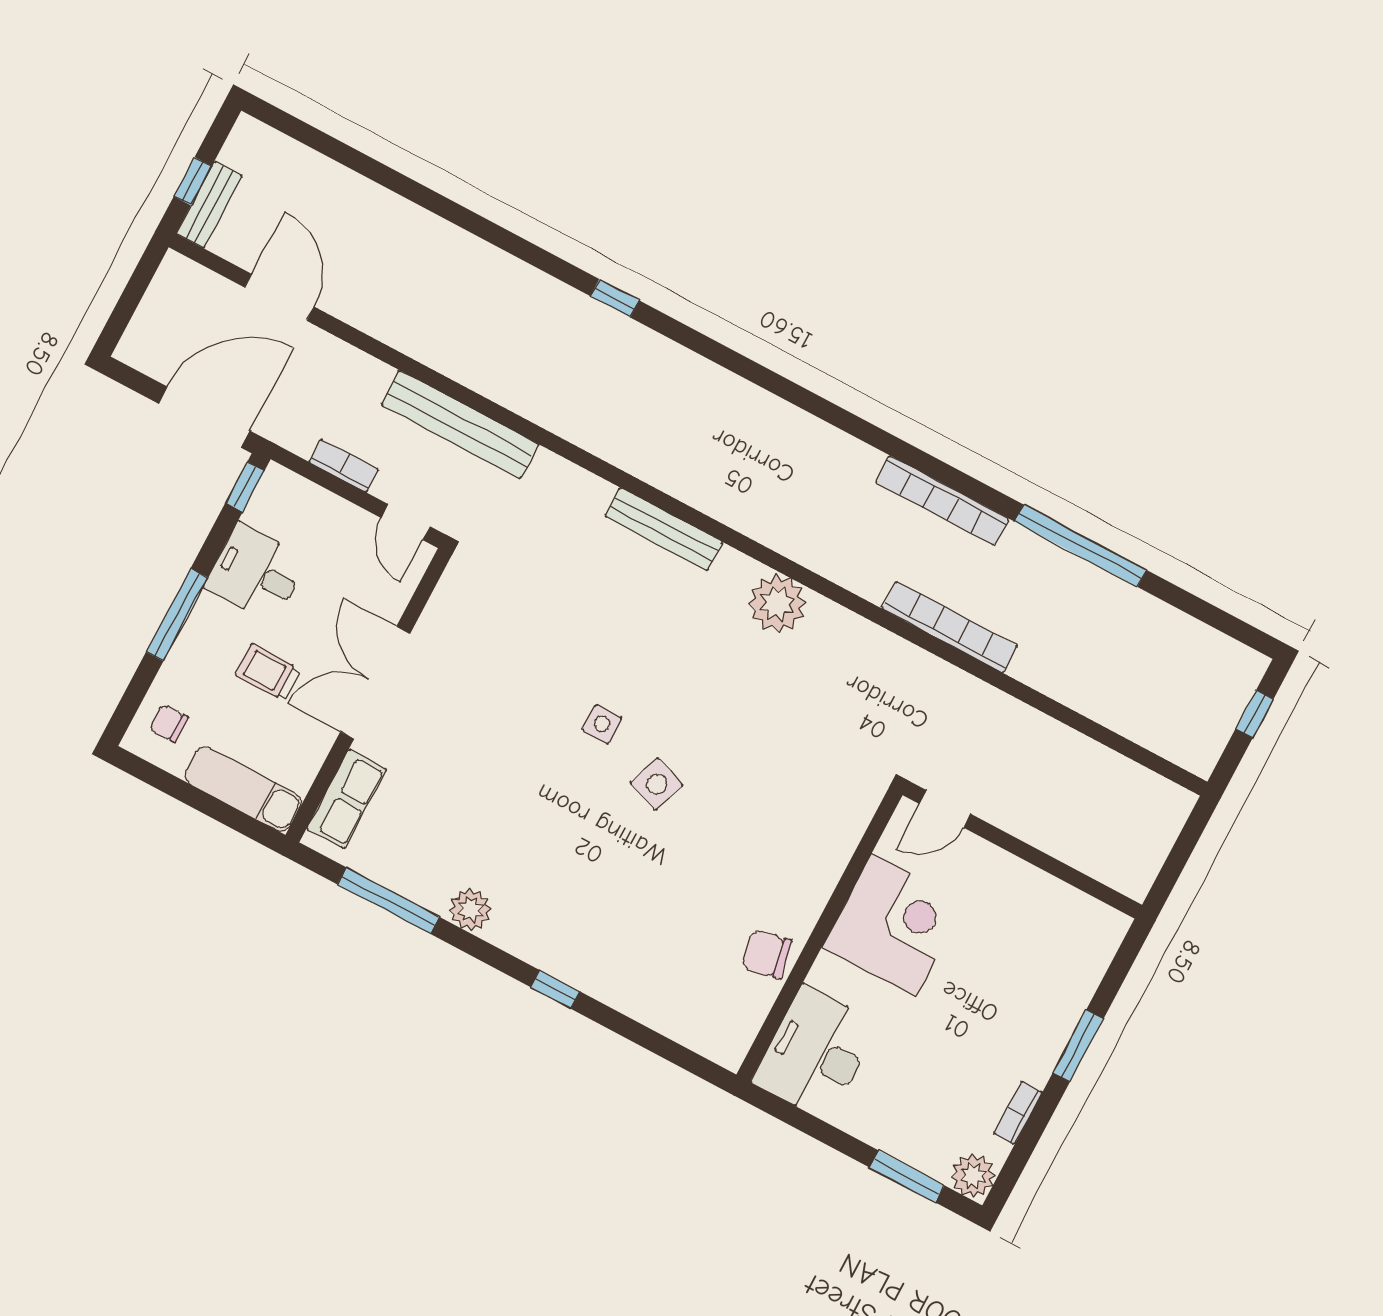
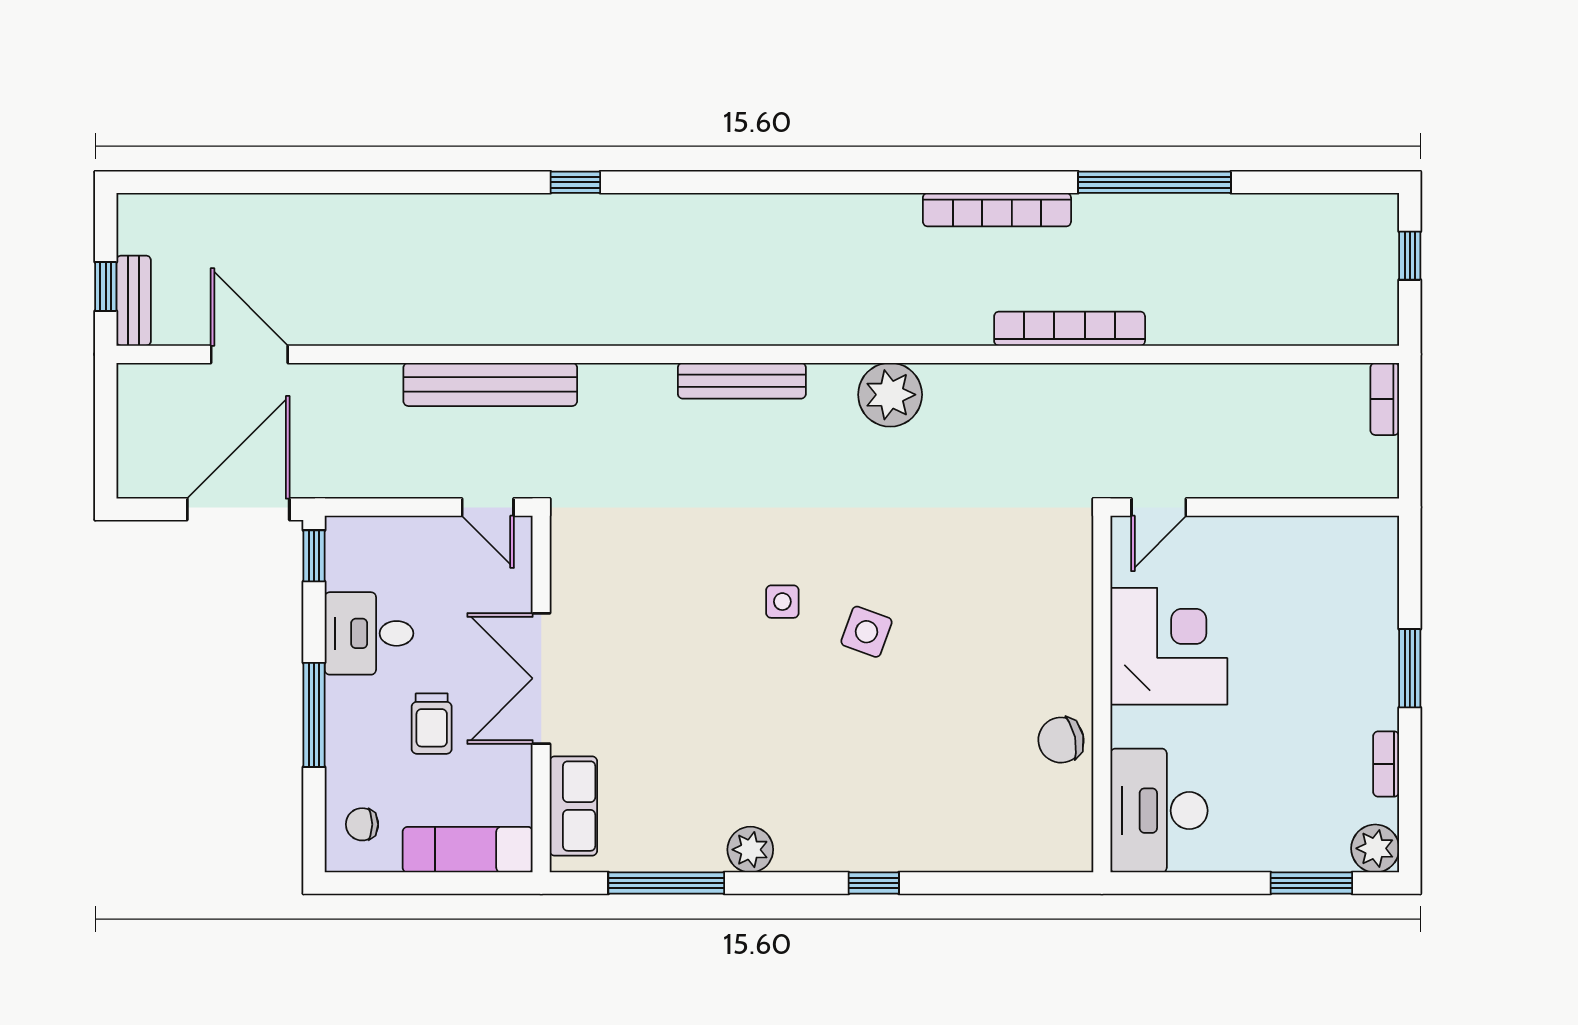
bookcase: (344, 465) -> (1385, 399), moved, turned -90
trolley: (268, 672) -> (432, 724), turned -90

